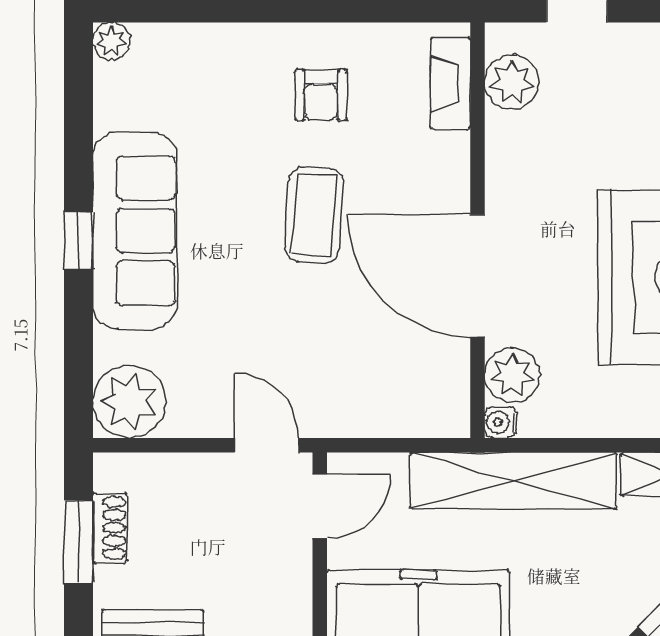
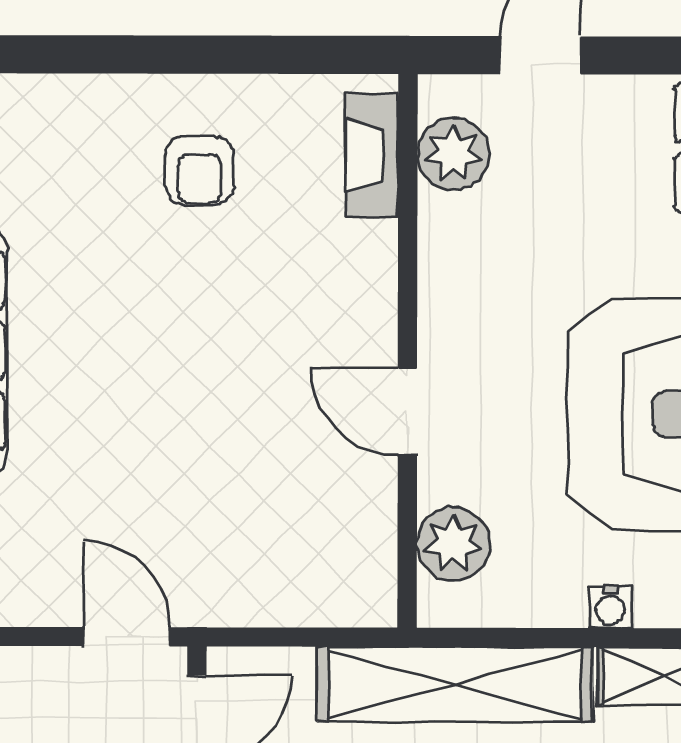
coffee table: (314, 215) -> (190, 330), removed
door: (477, 276) -> (407, 412), width x0.53
water cooler: (500, 422) -> (611, 607), moved, turned -90

